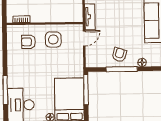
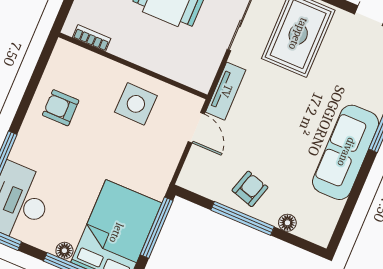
door: (84, 38) -> (196, 128), hinge flipped
armchair: (28, 42) -> (61, 108), moved

